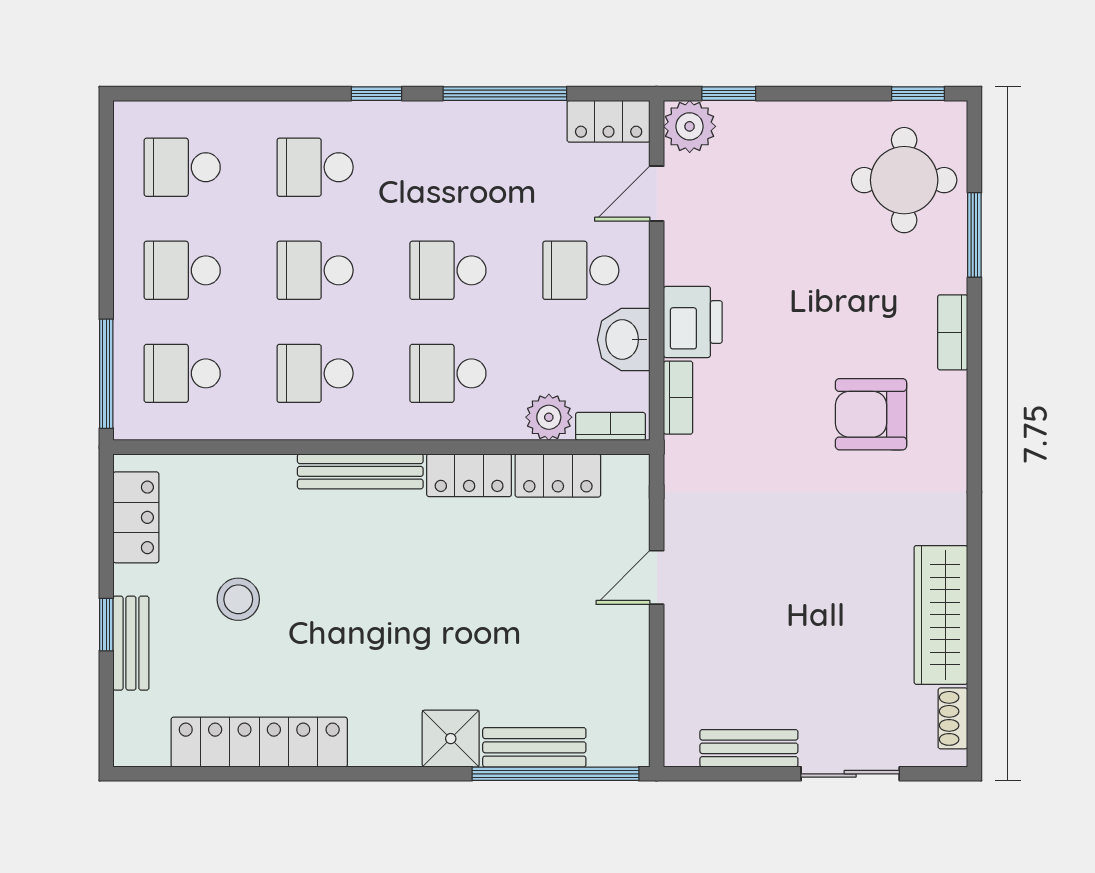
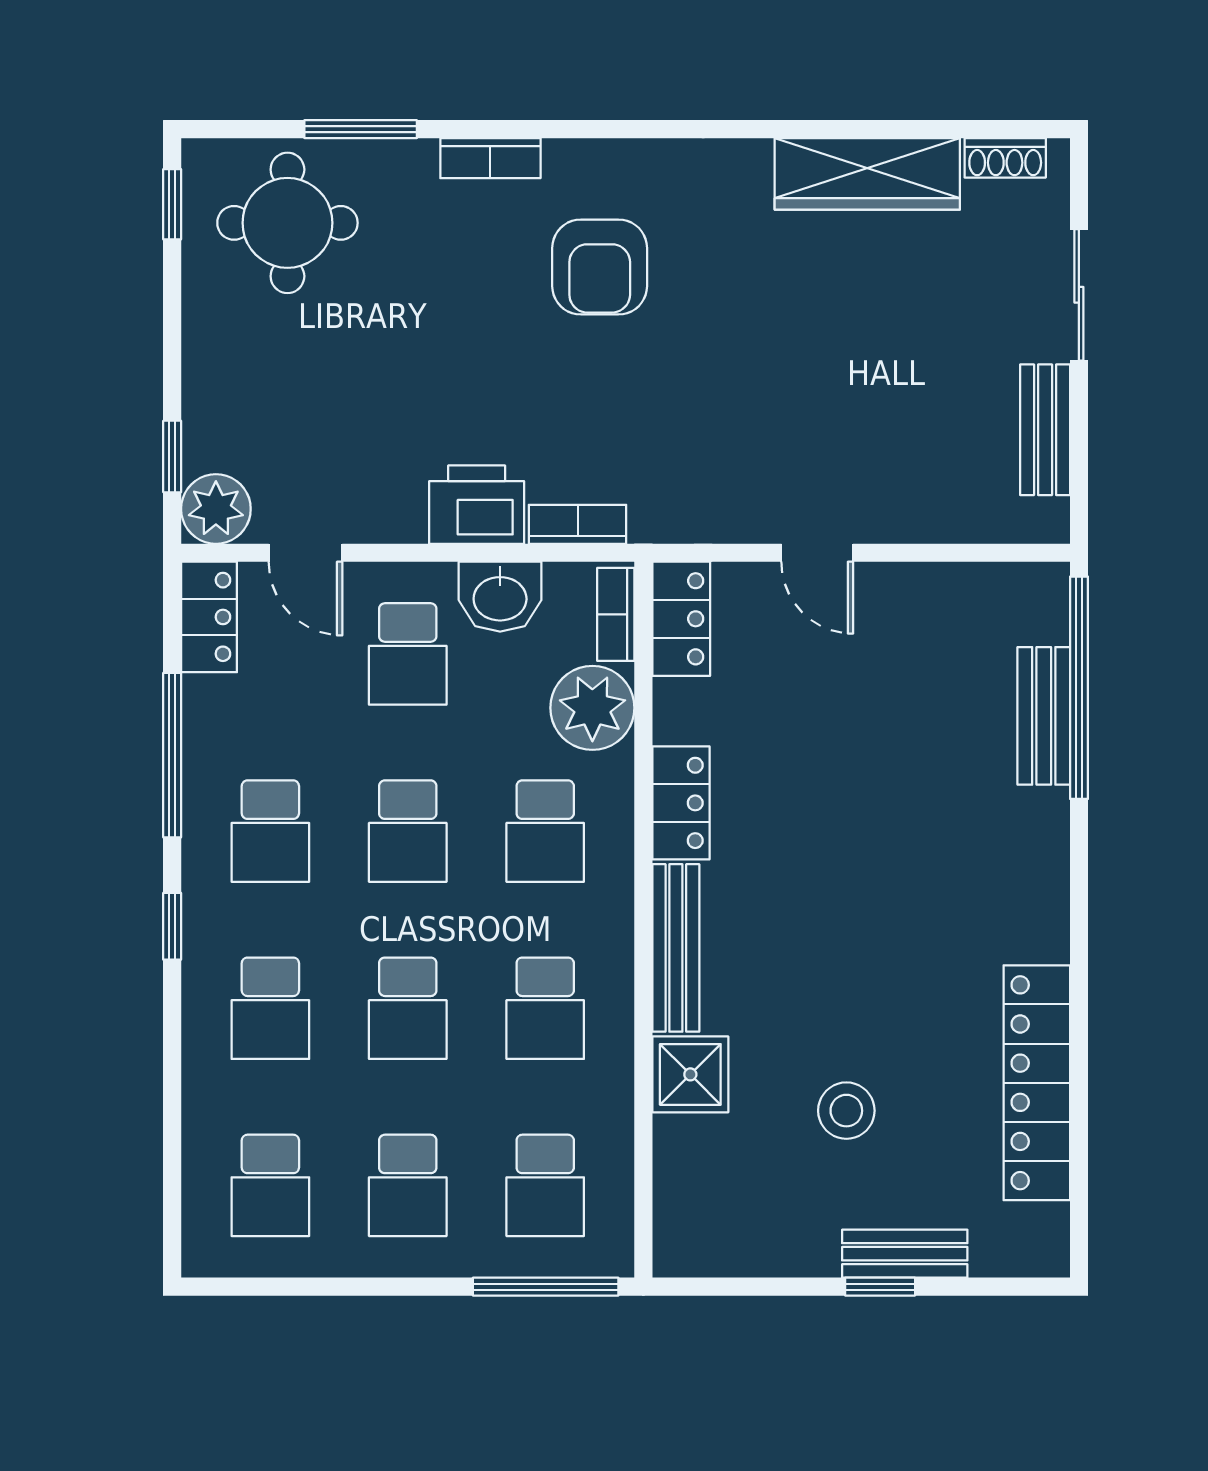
school desk: (448, 167) -> (270, 831), added
plant: (549, 417) -> (592, 708), width x1.36, depth x1.36
locker: (558, 475) -> (681, 619), moved
locker: (136, 517) -> (737, 1247), removed
shower: (451, 739) -> (690, 1074), moved

